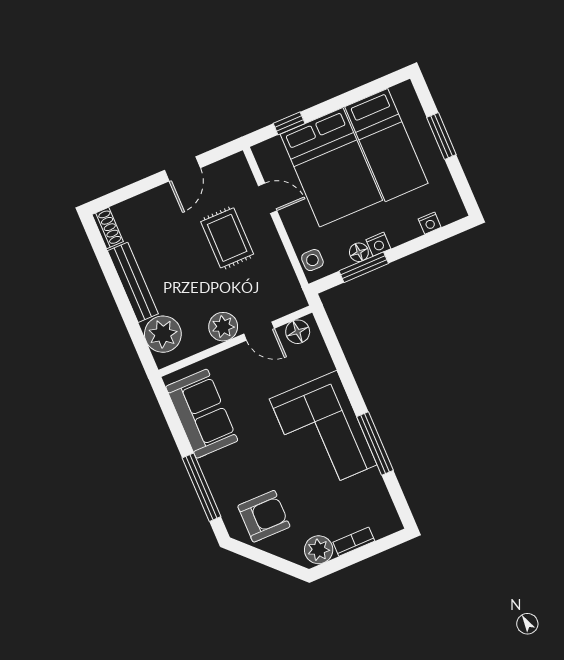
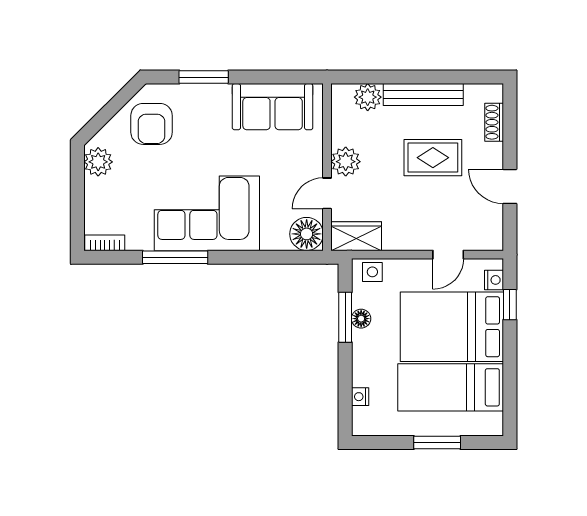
shoe rack: (108, 228) -> (494, 122), moved, turned 90
rug: (227, 238) -> (433, 158), moved
nightstand: (378, 244) -> (494, 280), moved, turned 180
wardrobe: (286, 288) -> (356, 236), added
floor lamp: (298, 332) -> (307, 234), width x1.38, depth x1.38
plant: (163, 334) -> (368, 97), width x0.73, depth x0.73
window: (201, 487) -> (204, 77), width x0.69
bookcase: (354, 542) -> (105, 243), moved, turned -90

